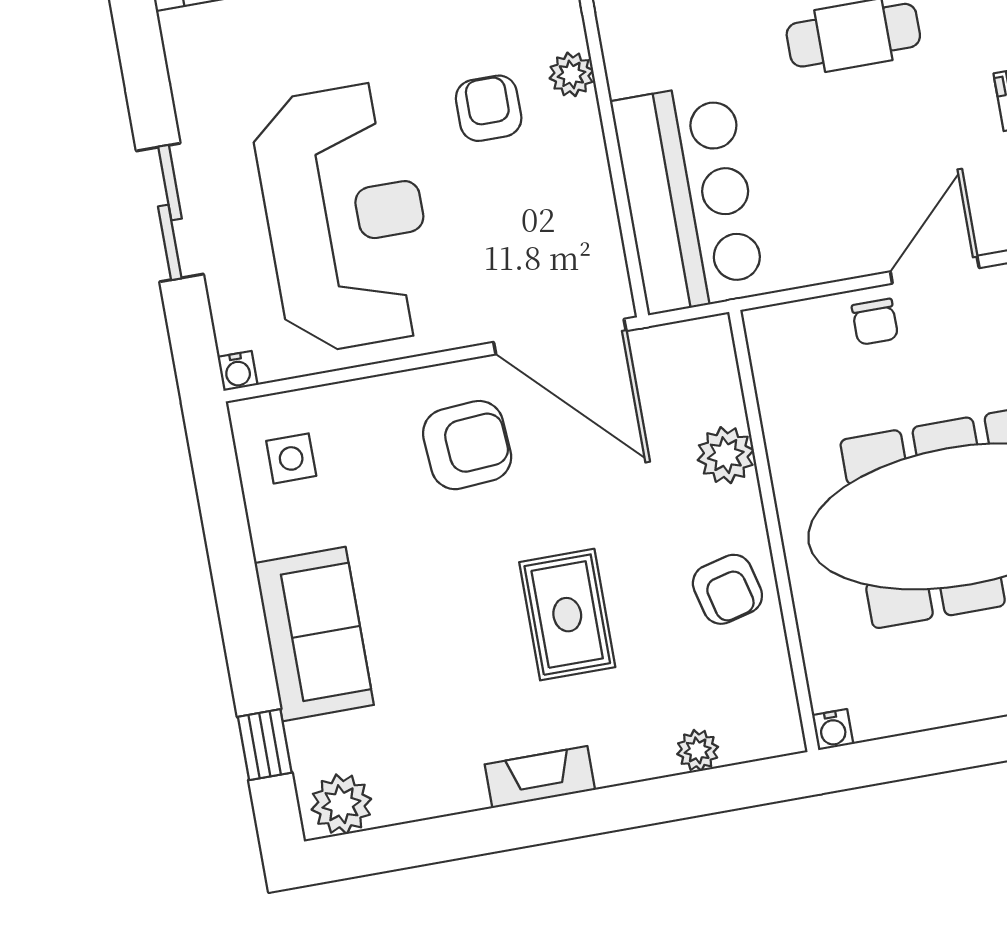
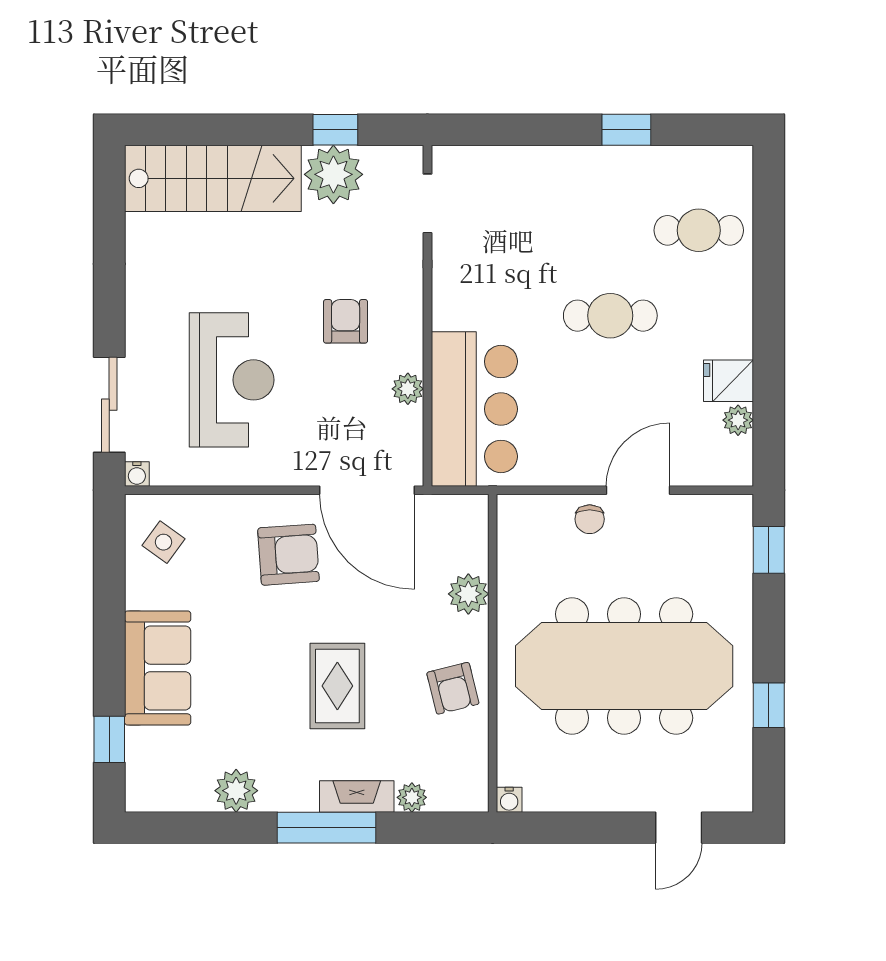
plant: (571, 74) -> (408, 389), moved
sliding door: (170, 212) -> (109, 405), moved
reception desk: (345, 217) -> (232, 380), width x0.74, depth x0.77
side table: (291, 458) -> (163, 542), turned 36
fireplace: (540, 777) -> (357, 796), moved
plant: (341, 804) -> (236, 791), moved
window: (587, 813) -> (326, 828), added

